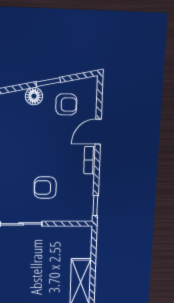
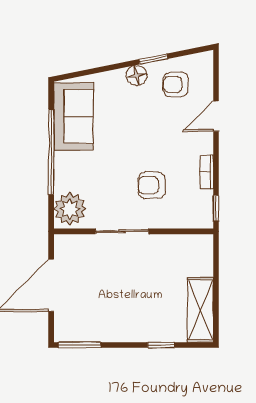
armchair: (66, 104) -> (176, 84), turned 180
bookcase: (90, 160) -> (207, 172), moved

